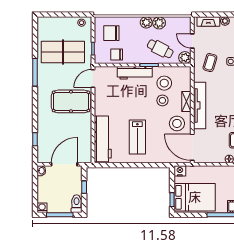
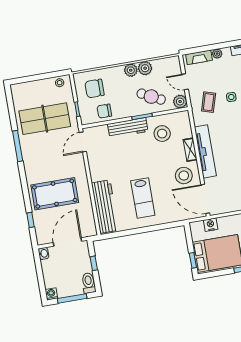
stool: (162, 100) -> (164, 153), removed
pool table: (71, 101) -> (55, 194), moved
nightstand: (180, 171) -> (211, 225), moved

